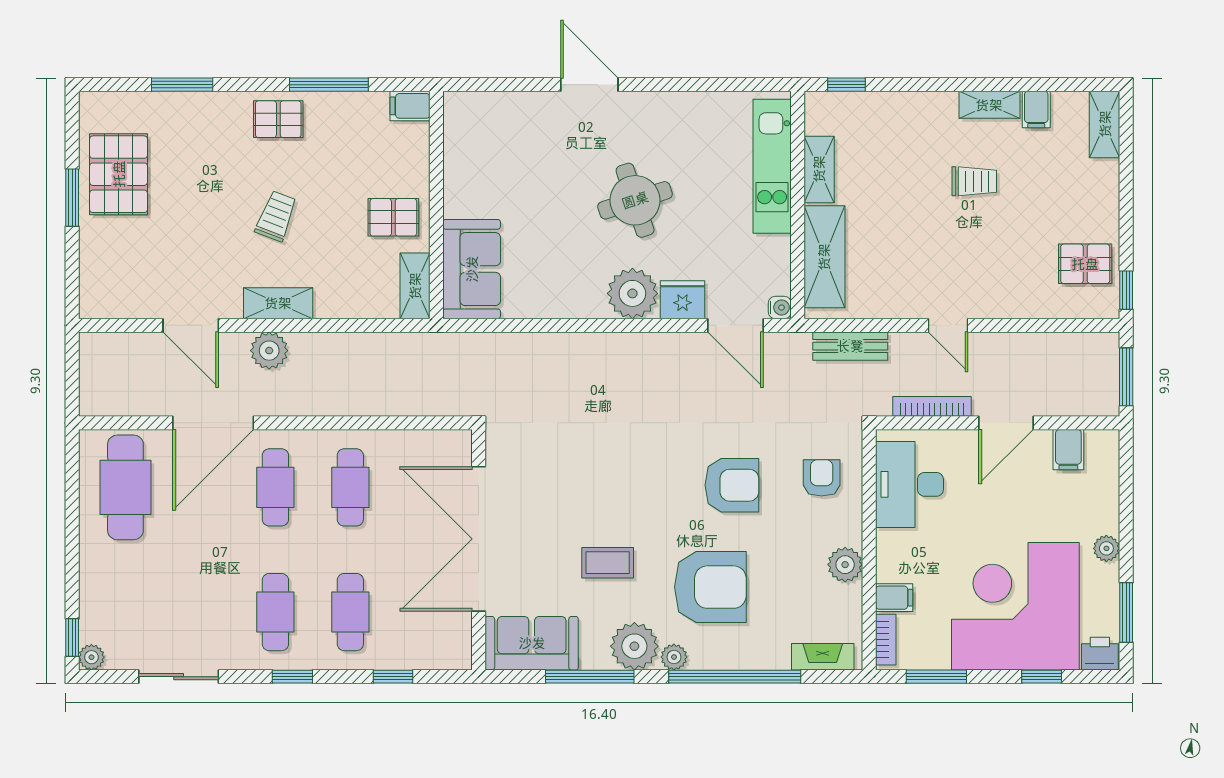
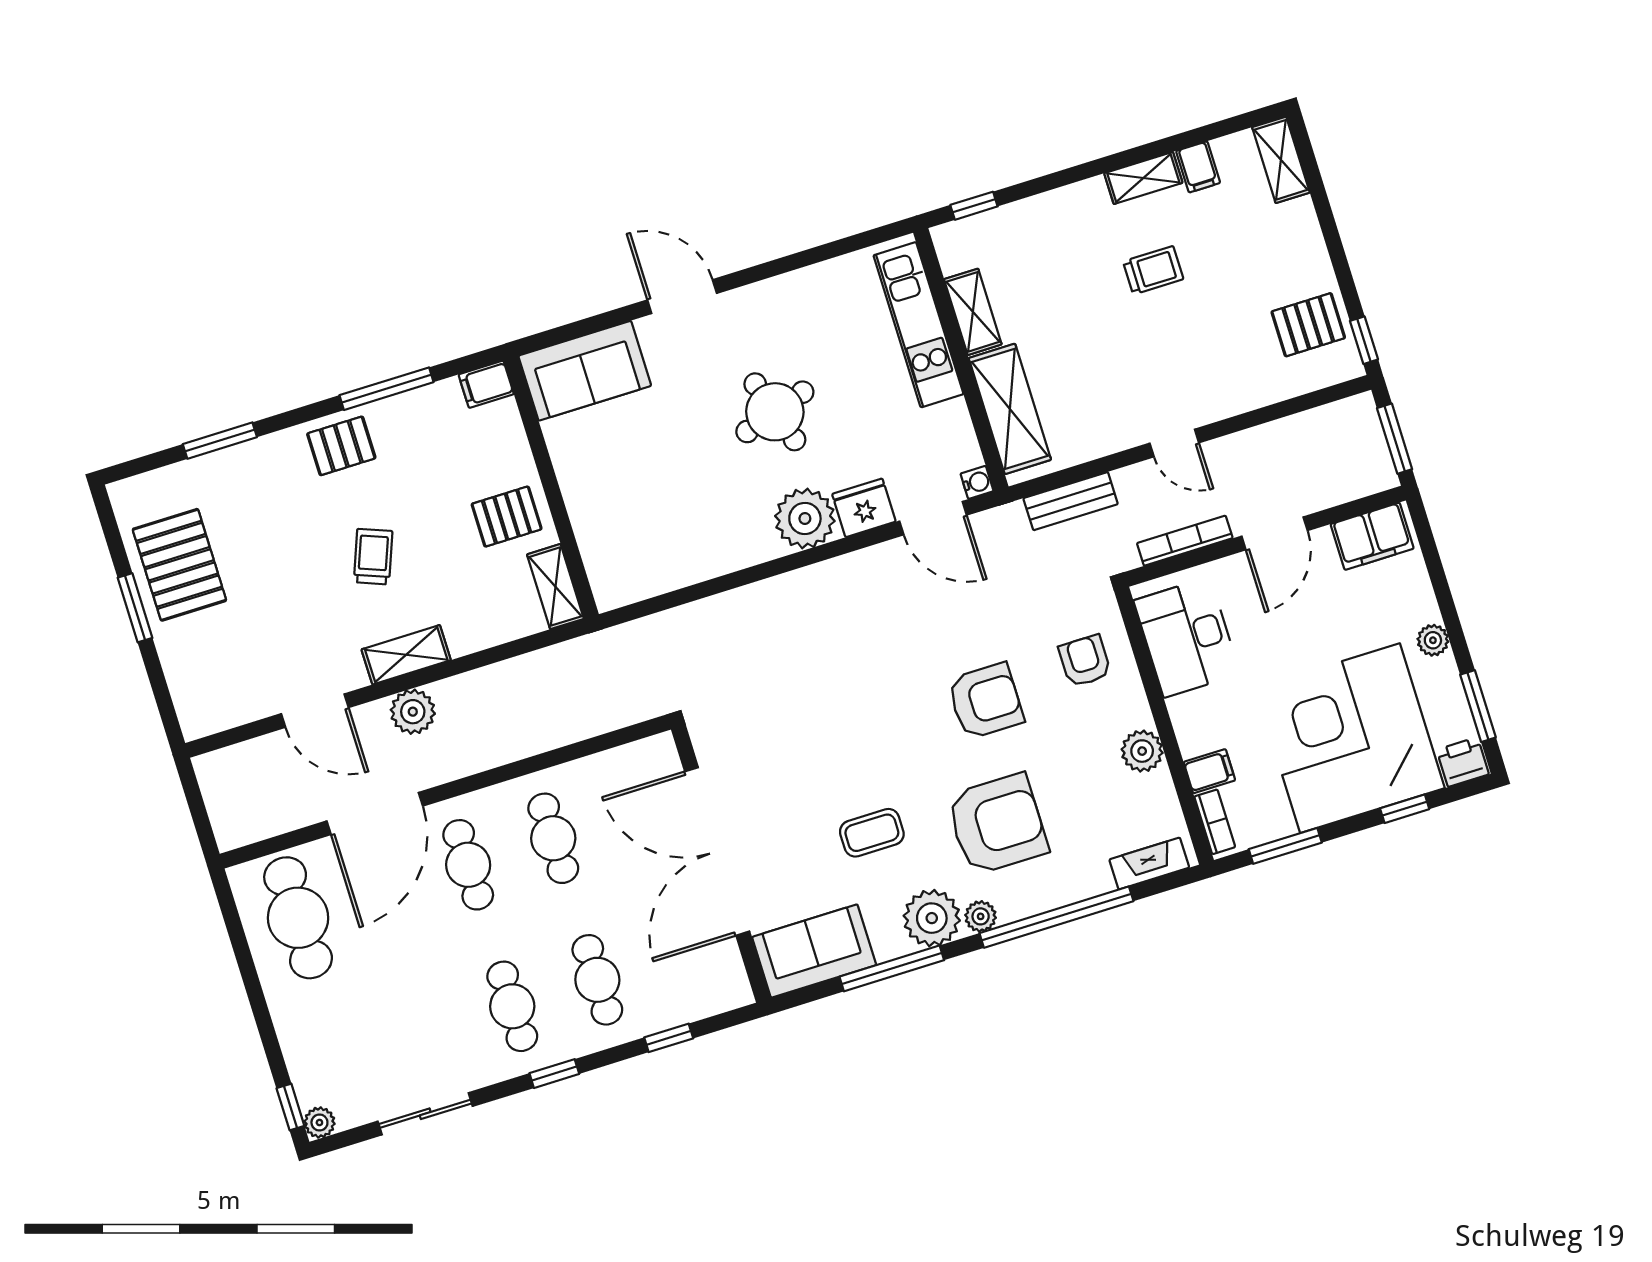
sofa: (472, 269) -> (585, 371), moved, turned 90
filing cabinet: (1068, 450) -> (1372, 536), width x2.00

